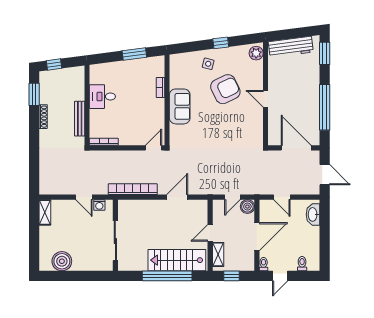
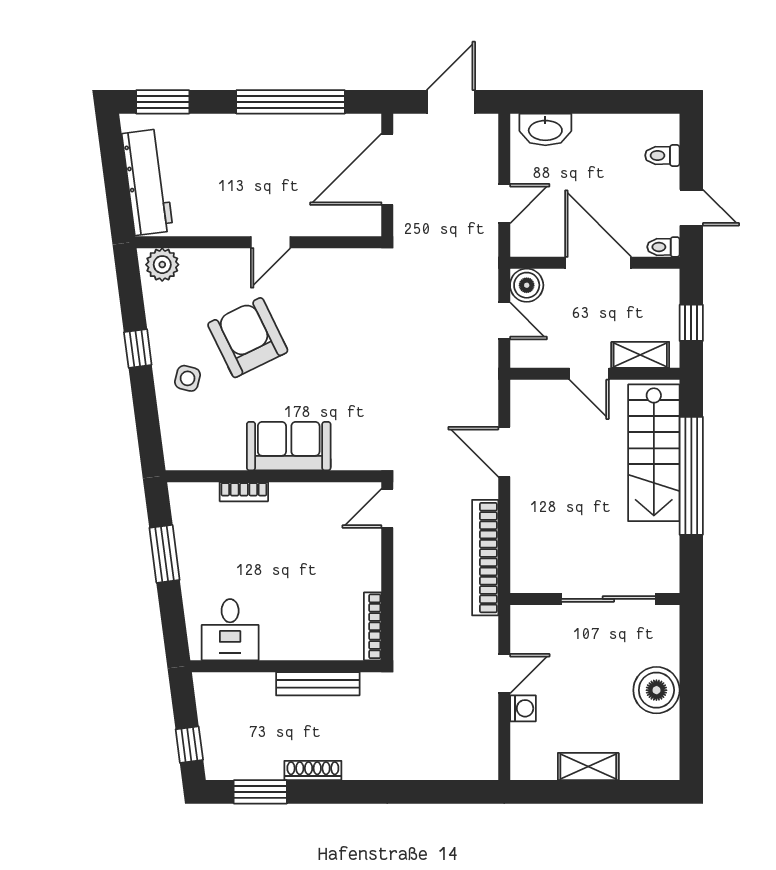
desk: (102, 97) -> (230, 630), moved
door: (153, 148) -> (387, 508), hinge flipped
washing machine: (99, 205) -> (523, 708), moved
shelving: (45, 212) -> (588, 767), moved
boiler: (62, 261) -> (656, 690), moved

